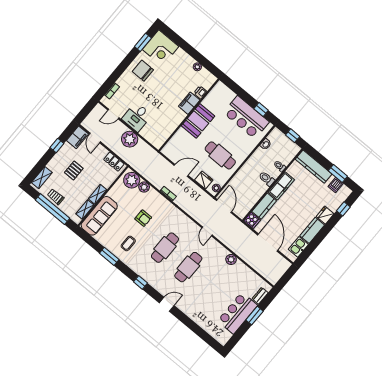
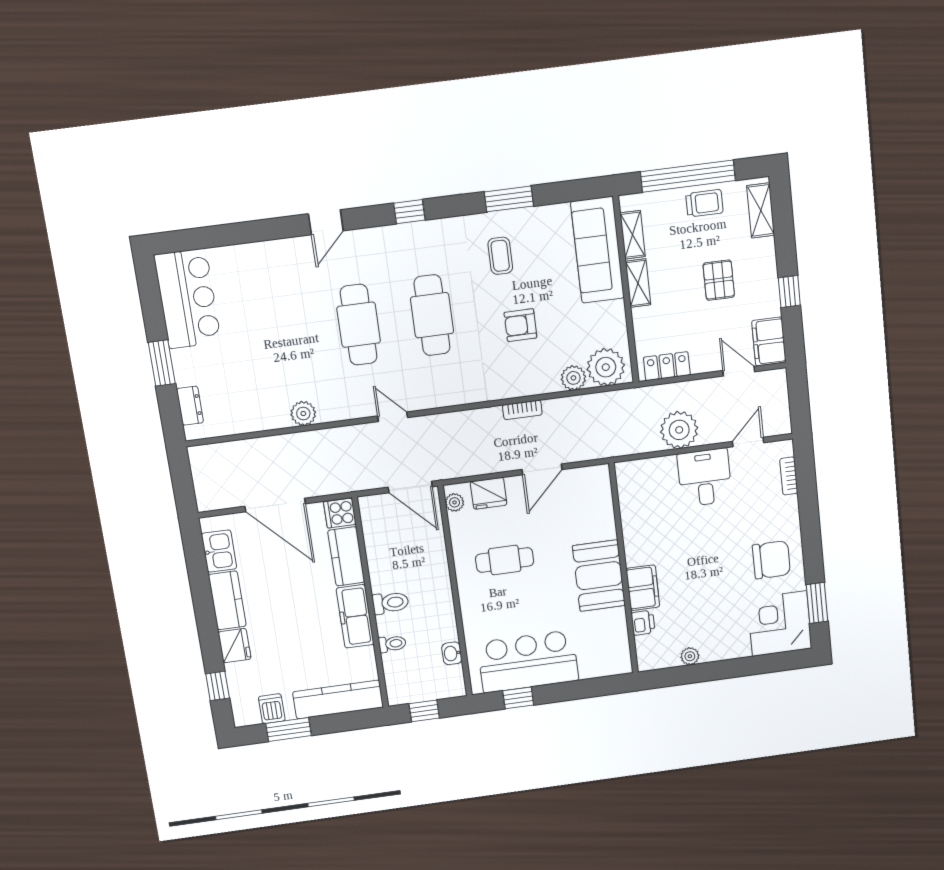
cafe table: (220, 155) -> (505, 560), width x0.73, depth x0.74
bar counter: (238, 313) -> (188, 299), moved

